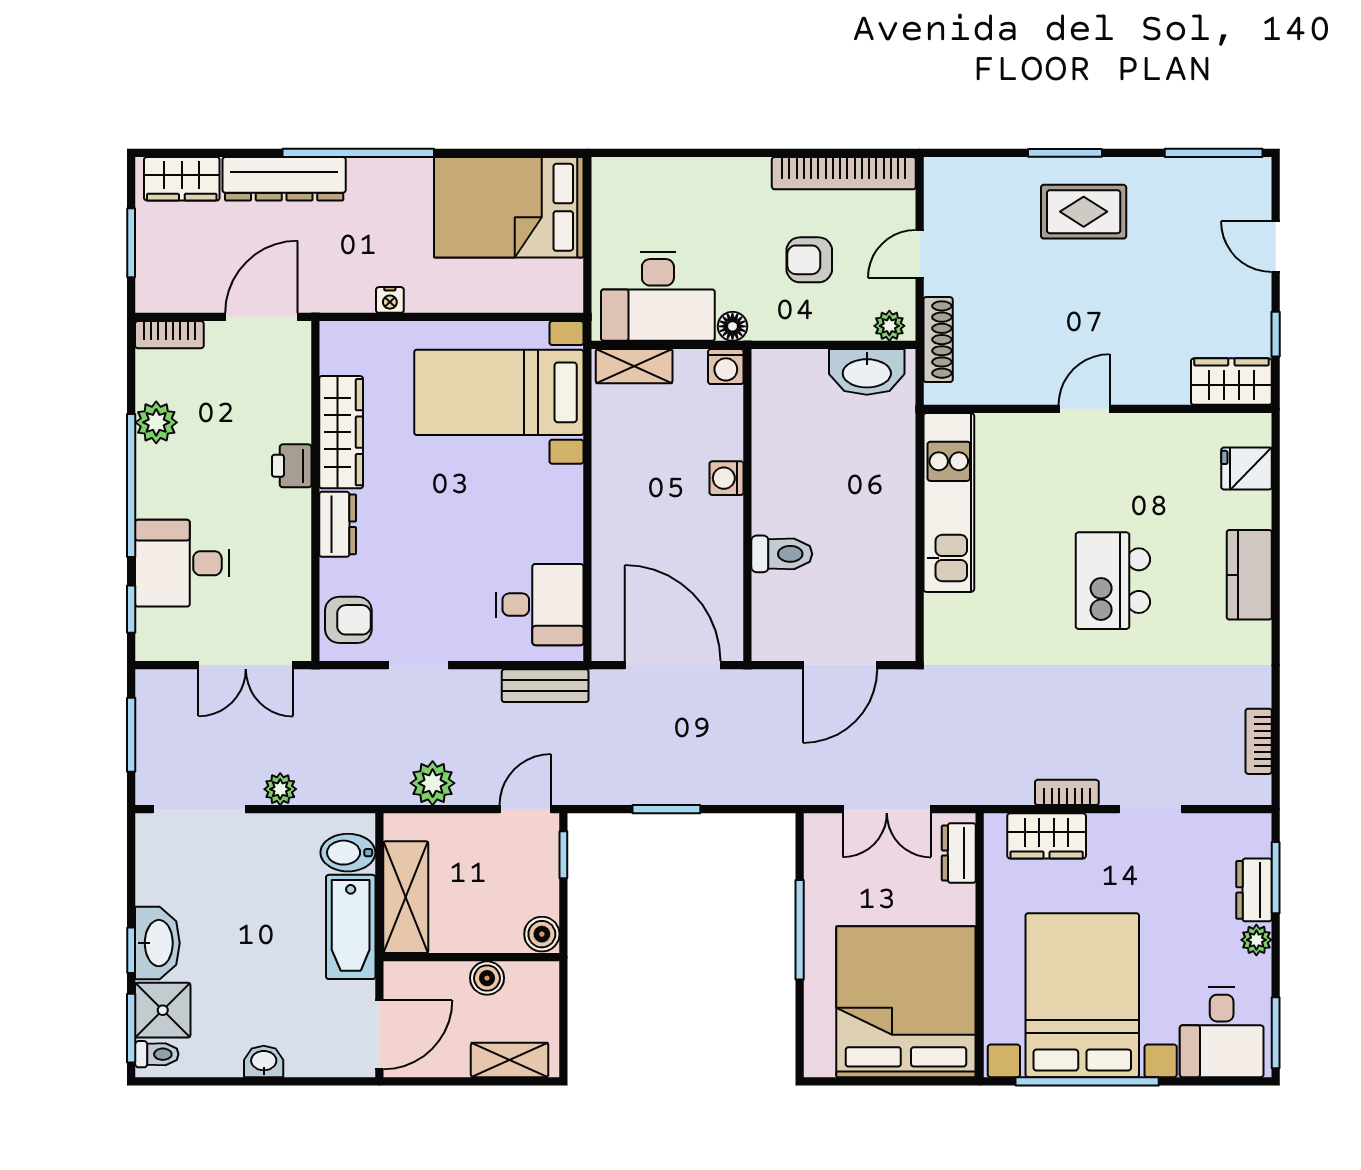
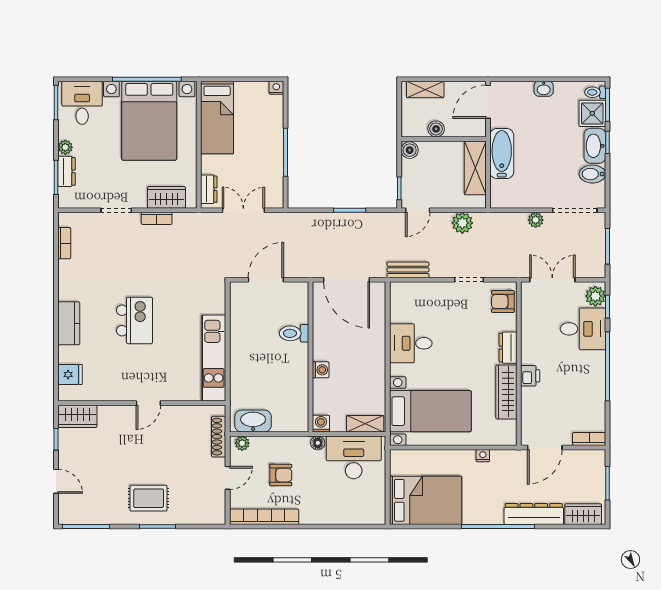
plant: (156, 422) -> (595, 296), moved
desk: (540, 605) -> (411, 343), moved
bidet: (348, 853) -> (592, 174), moved, turned 180
bed: (906, 1002) -> (217, 118), width x0.49
nightstand: (819, 1064) -> (276, 88), added

